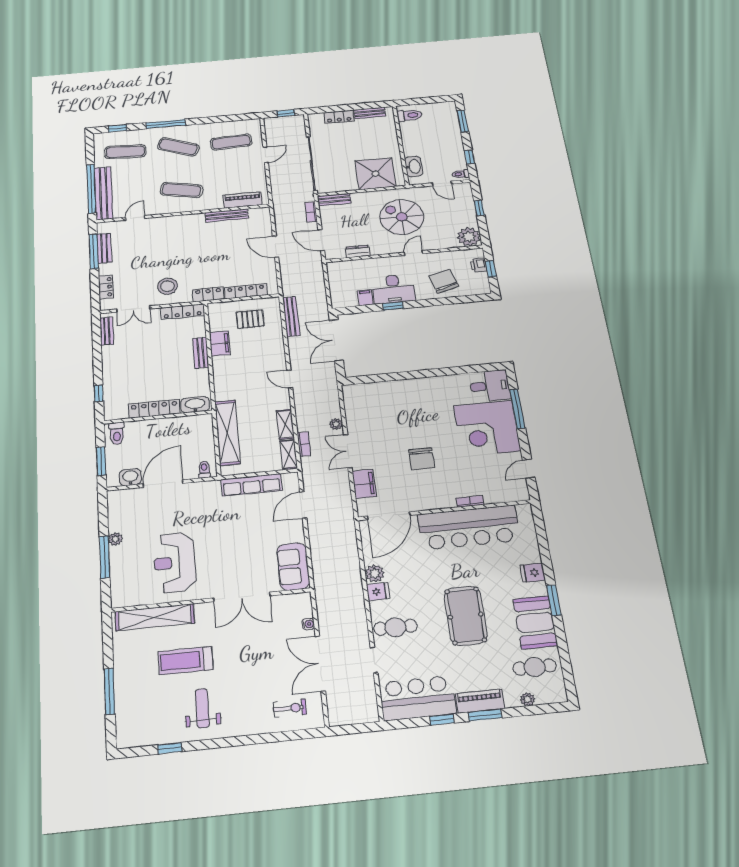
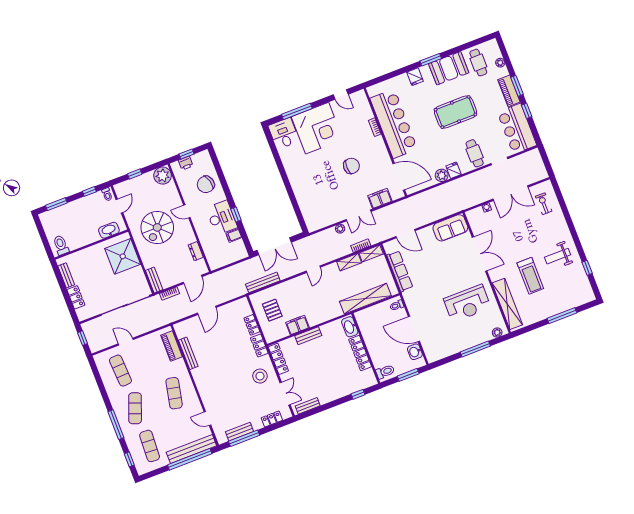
locker: (246, 291) -> (252, 325), width x0.66
plant: (115, 539) -> (497, 332), moved

